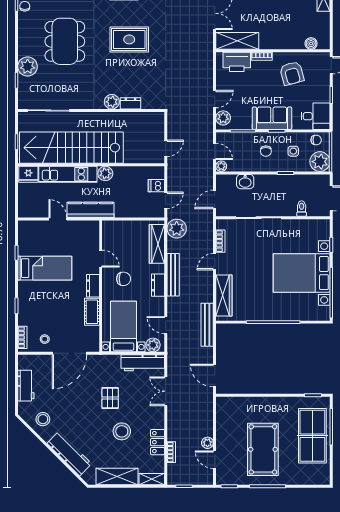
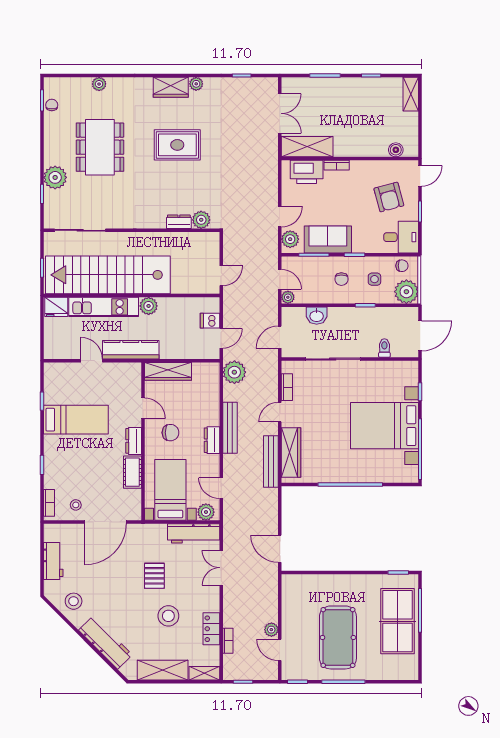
armchair: (292, 73) -> (389, 197), moved
plant: (112, 102) -> (201, 220), moved
sofa: (272, 118) -> (328, 240), moved
wardrobe: (157, 244) -> (168, 371), moved, turned -90
bench: (207, 325) -> (271, 461), moved

